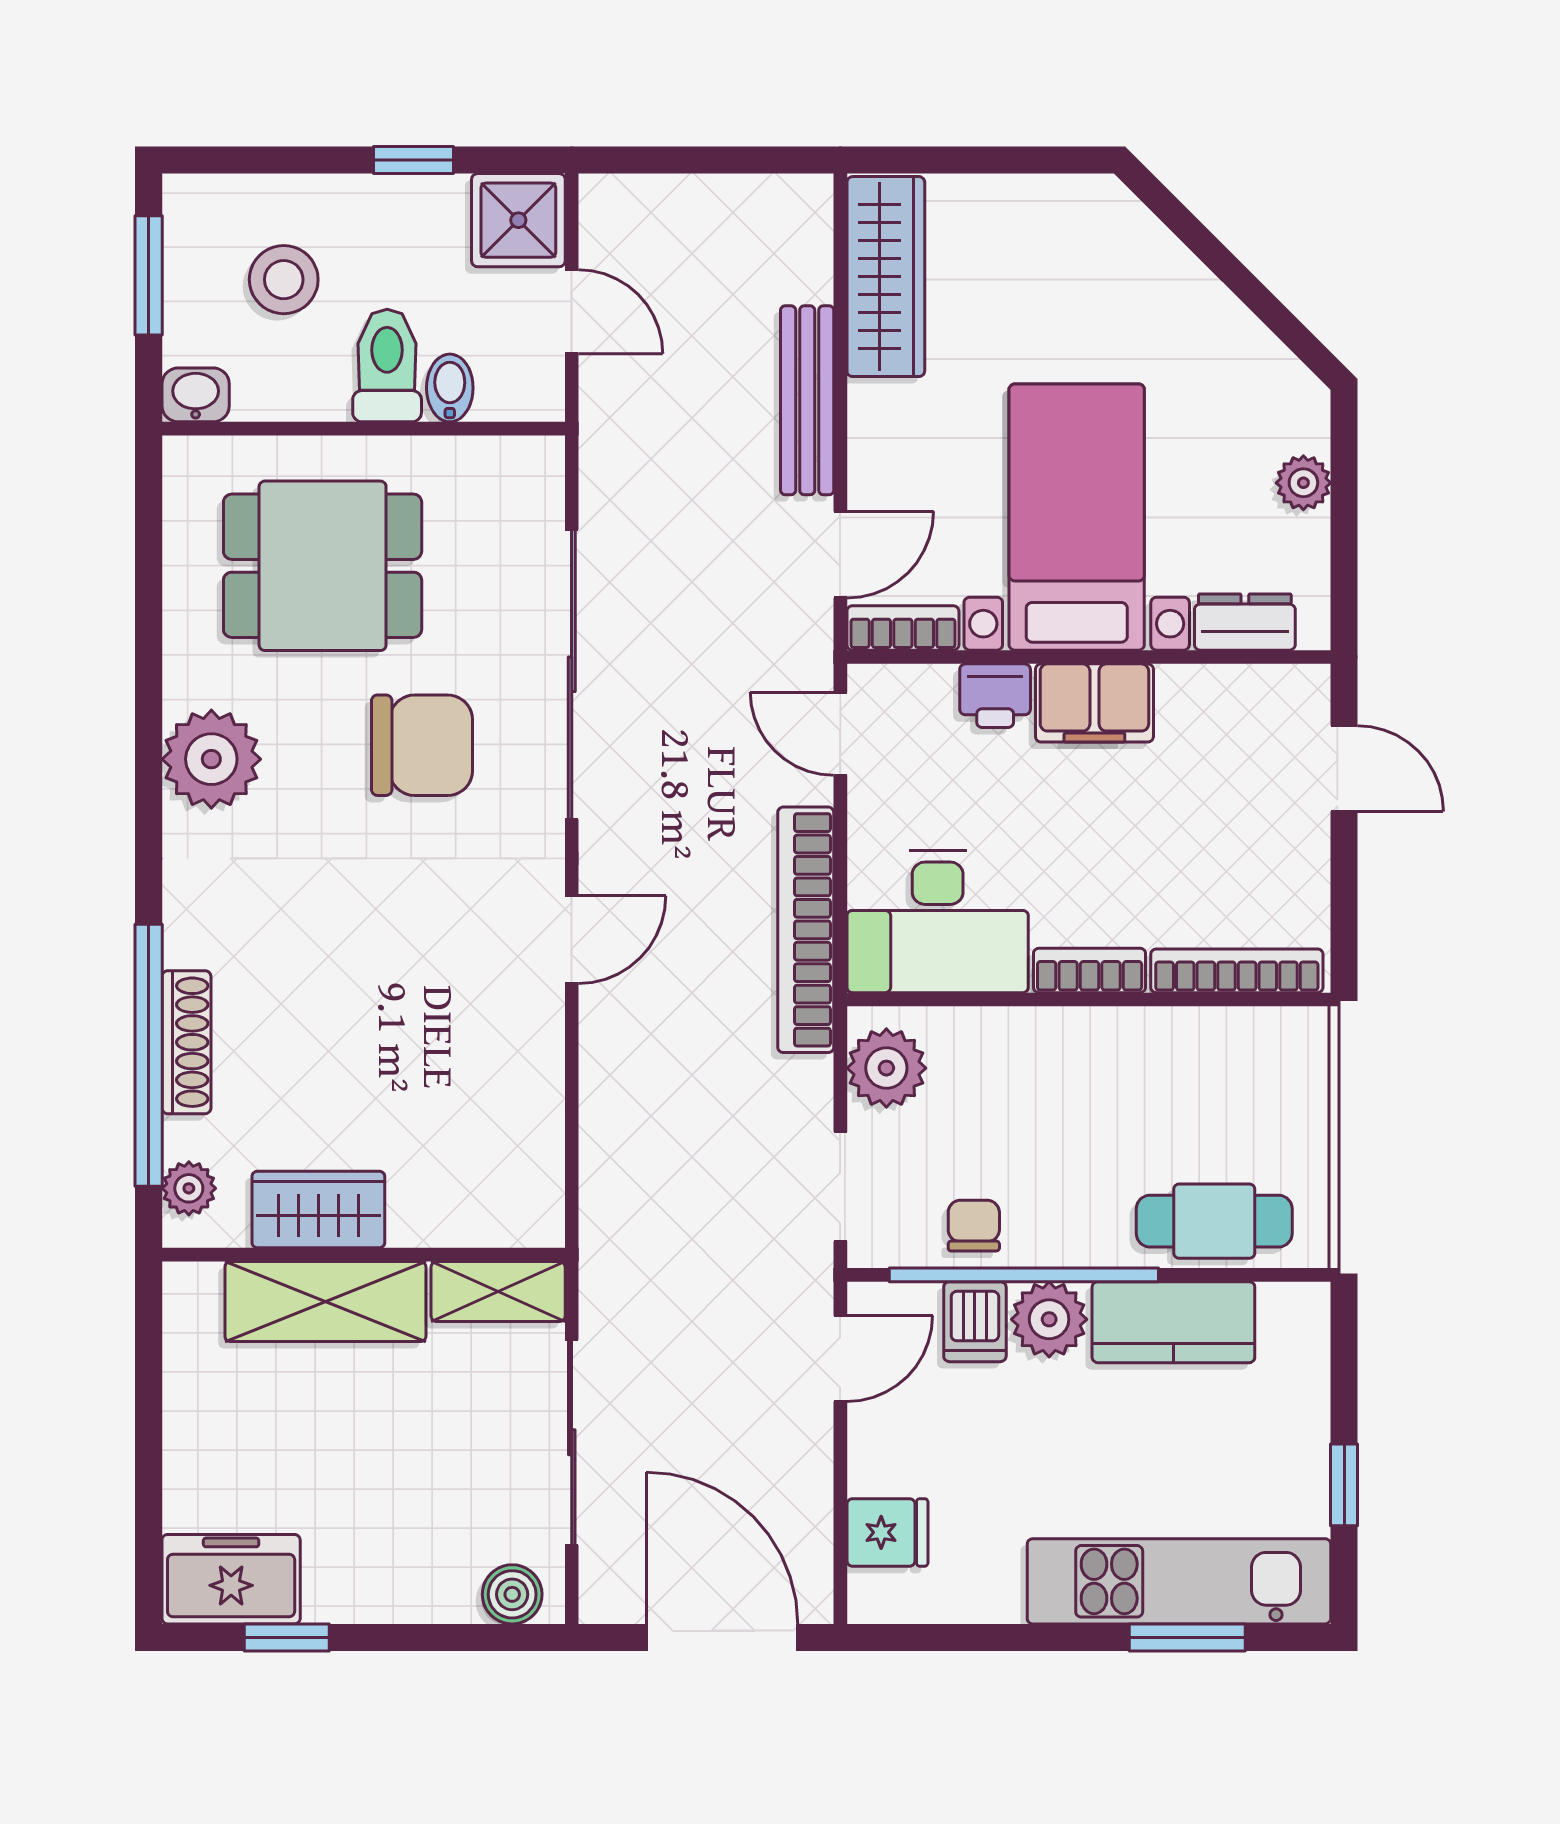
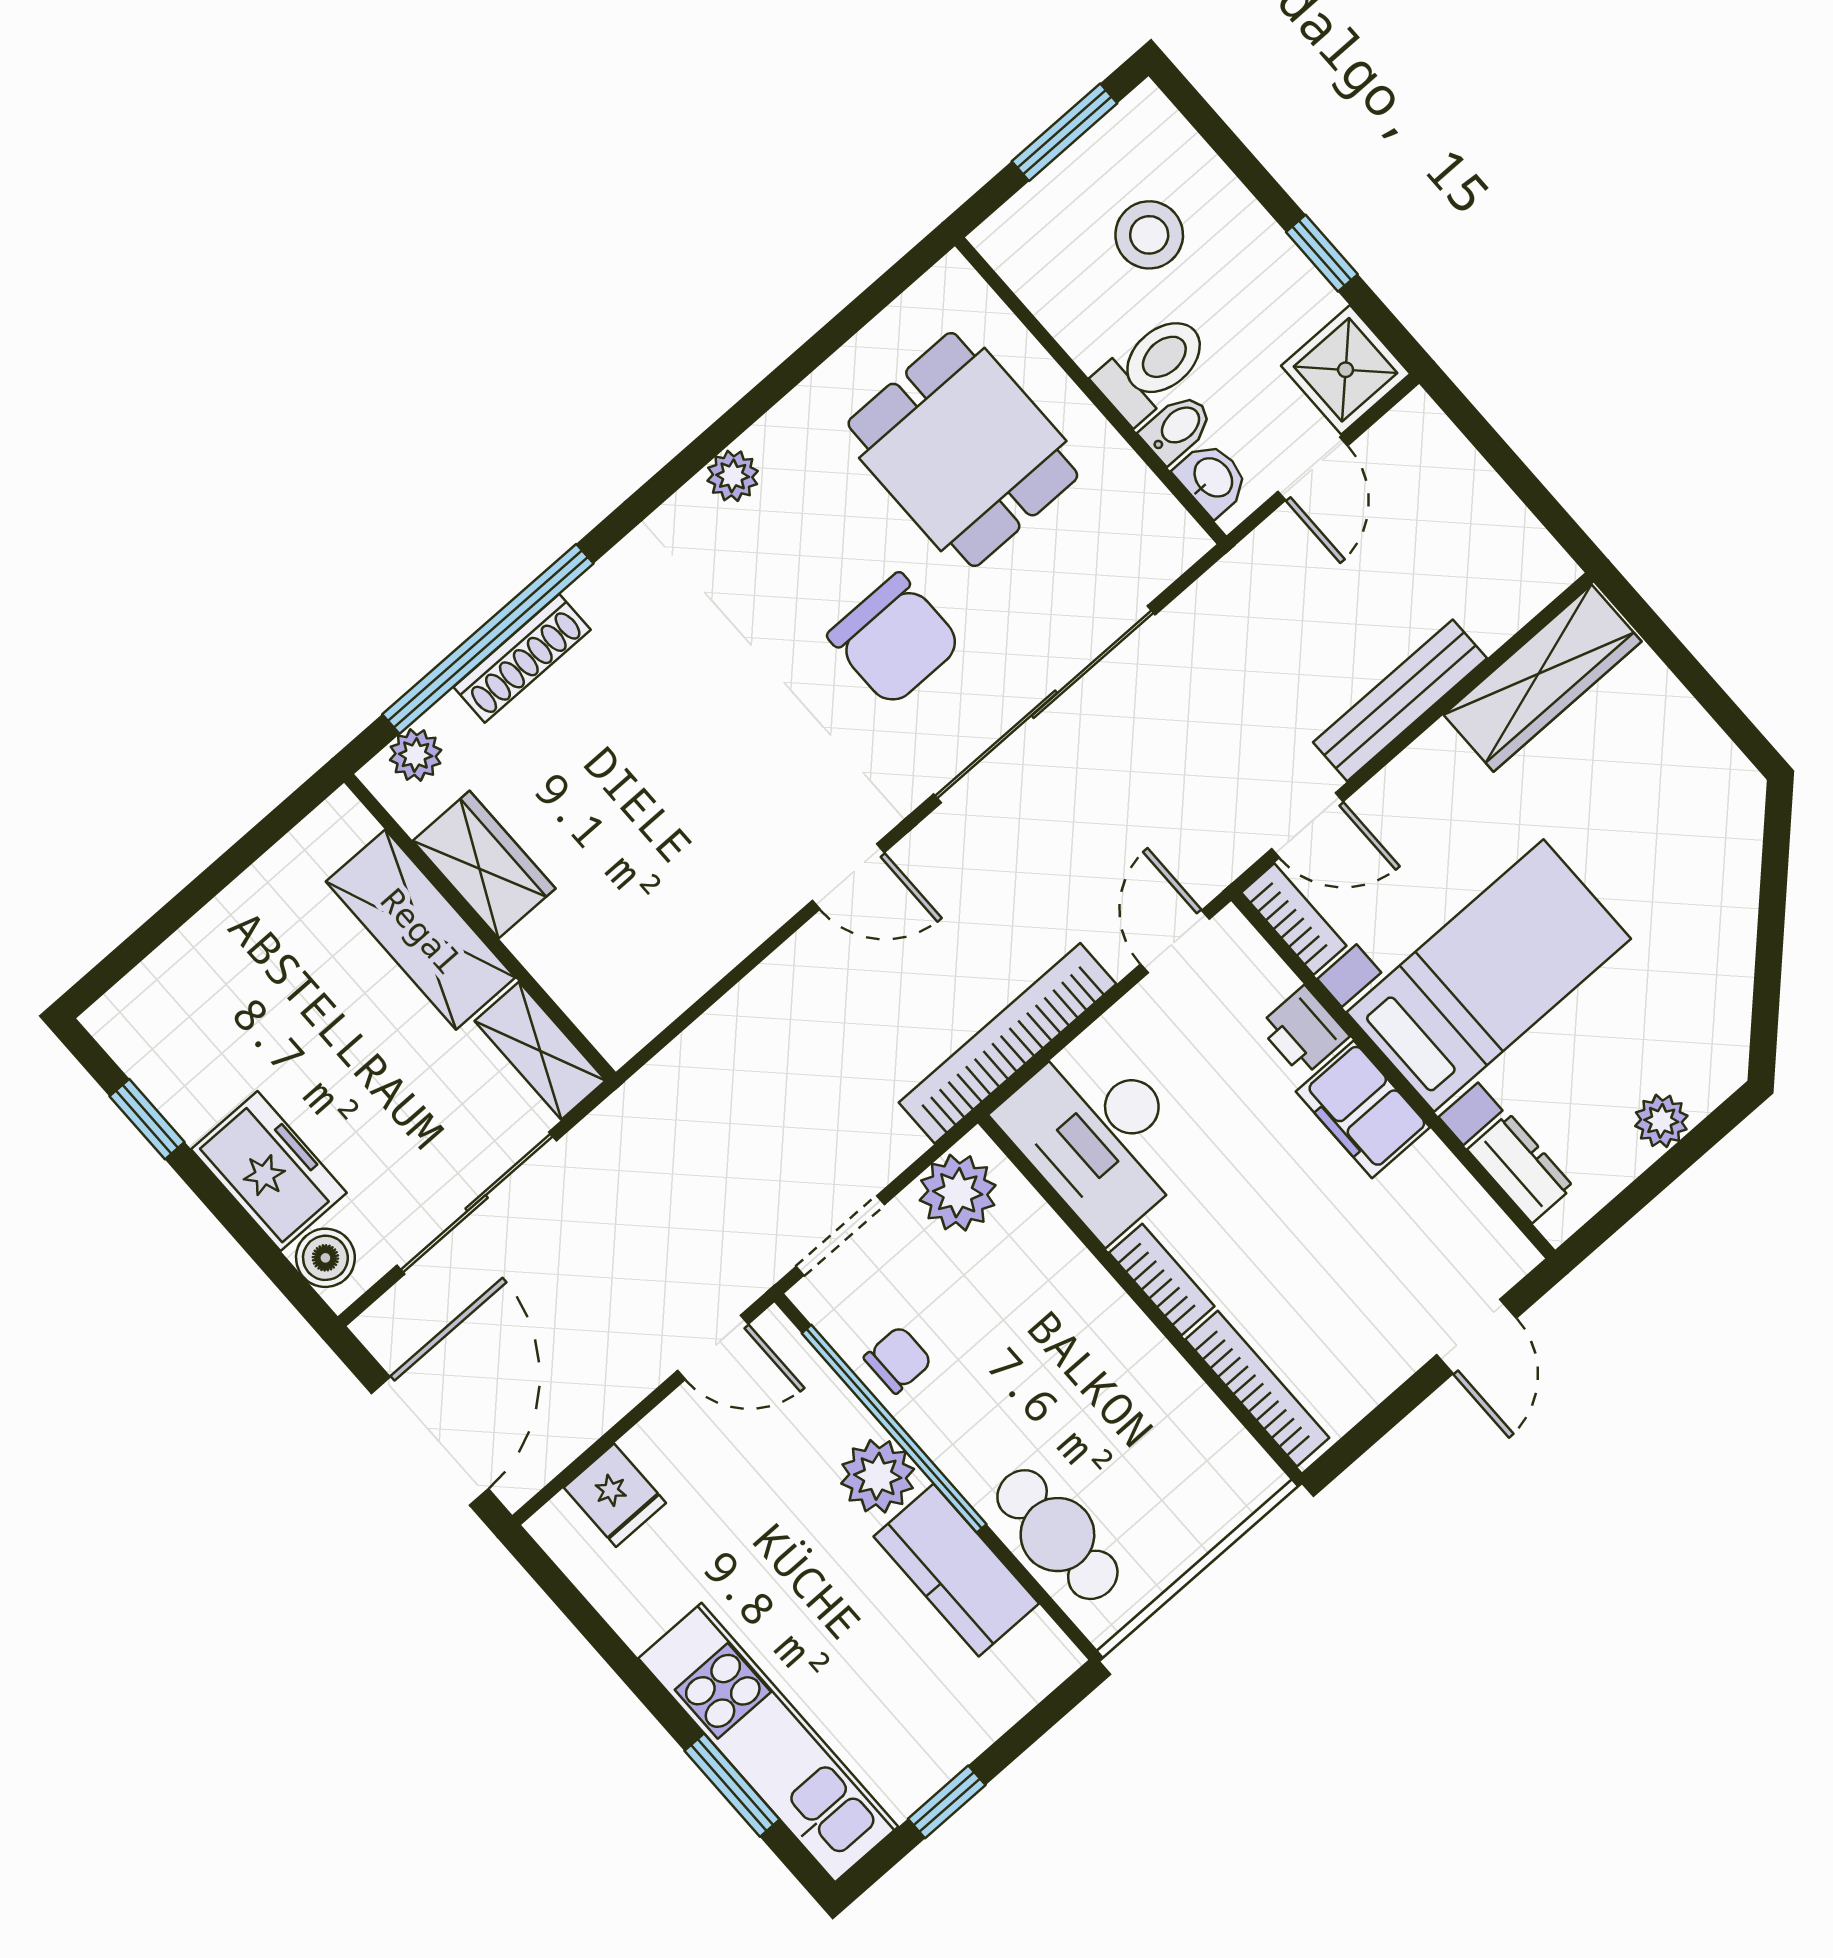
washbasin: (196, 395) -> (1212, 478), moved
plant: (211, 759) -> (733, 476), width x0.53, depth x0.53
dishwasher: (975, 1322) -> (828, 1423), removed
freezer: (231, 1579) -> (269, 1171), moved

